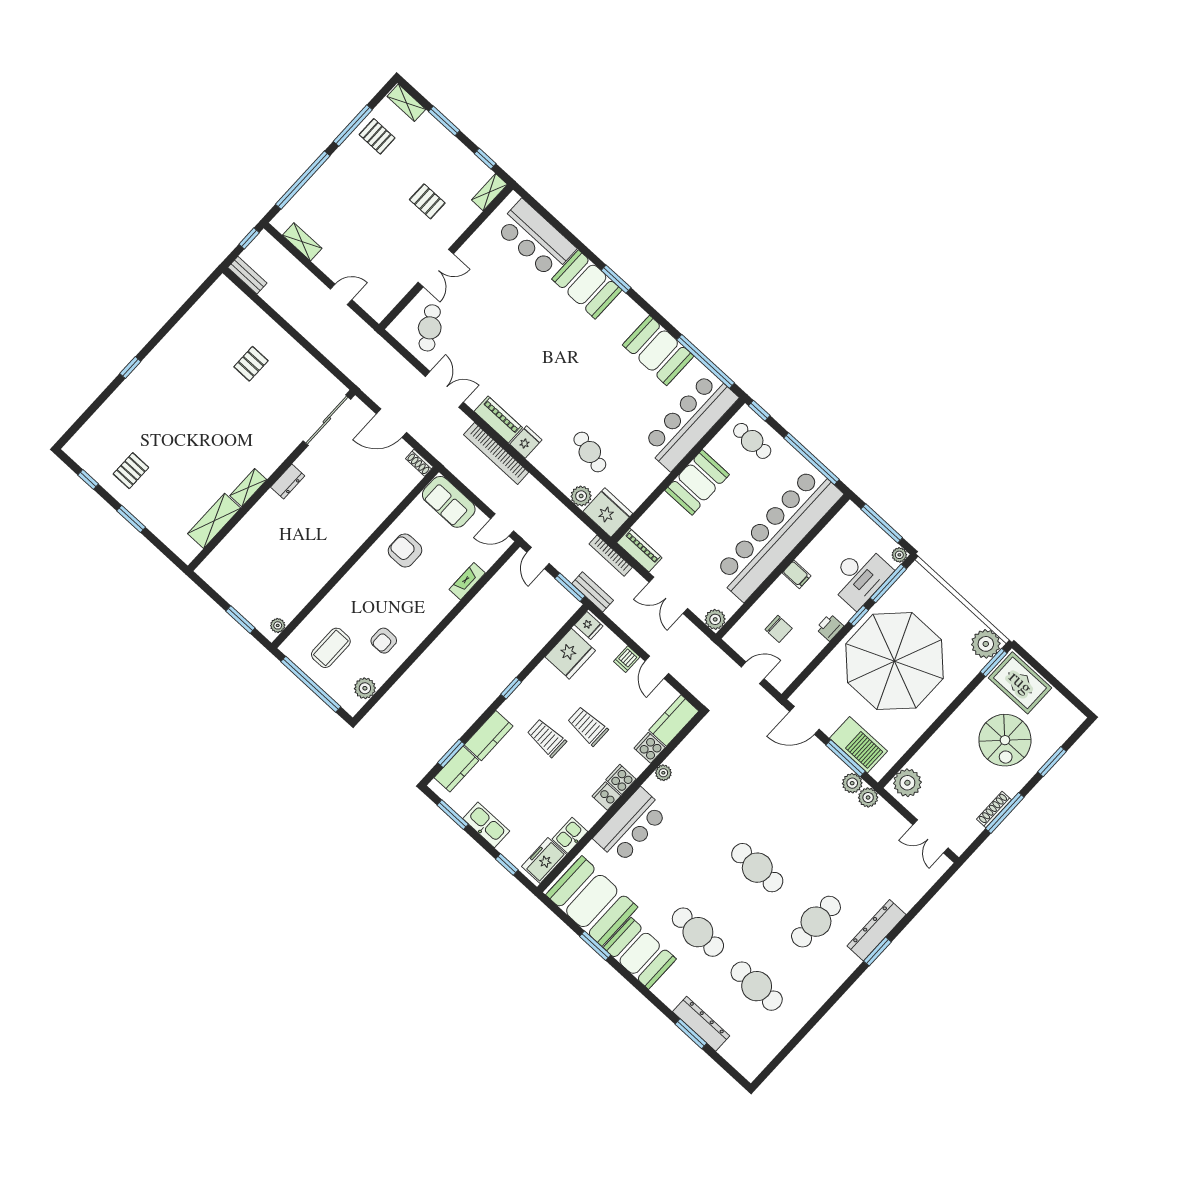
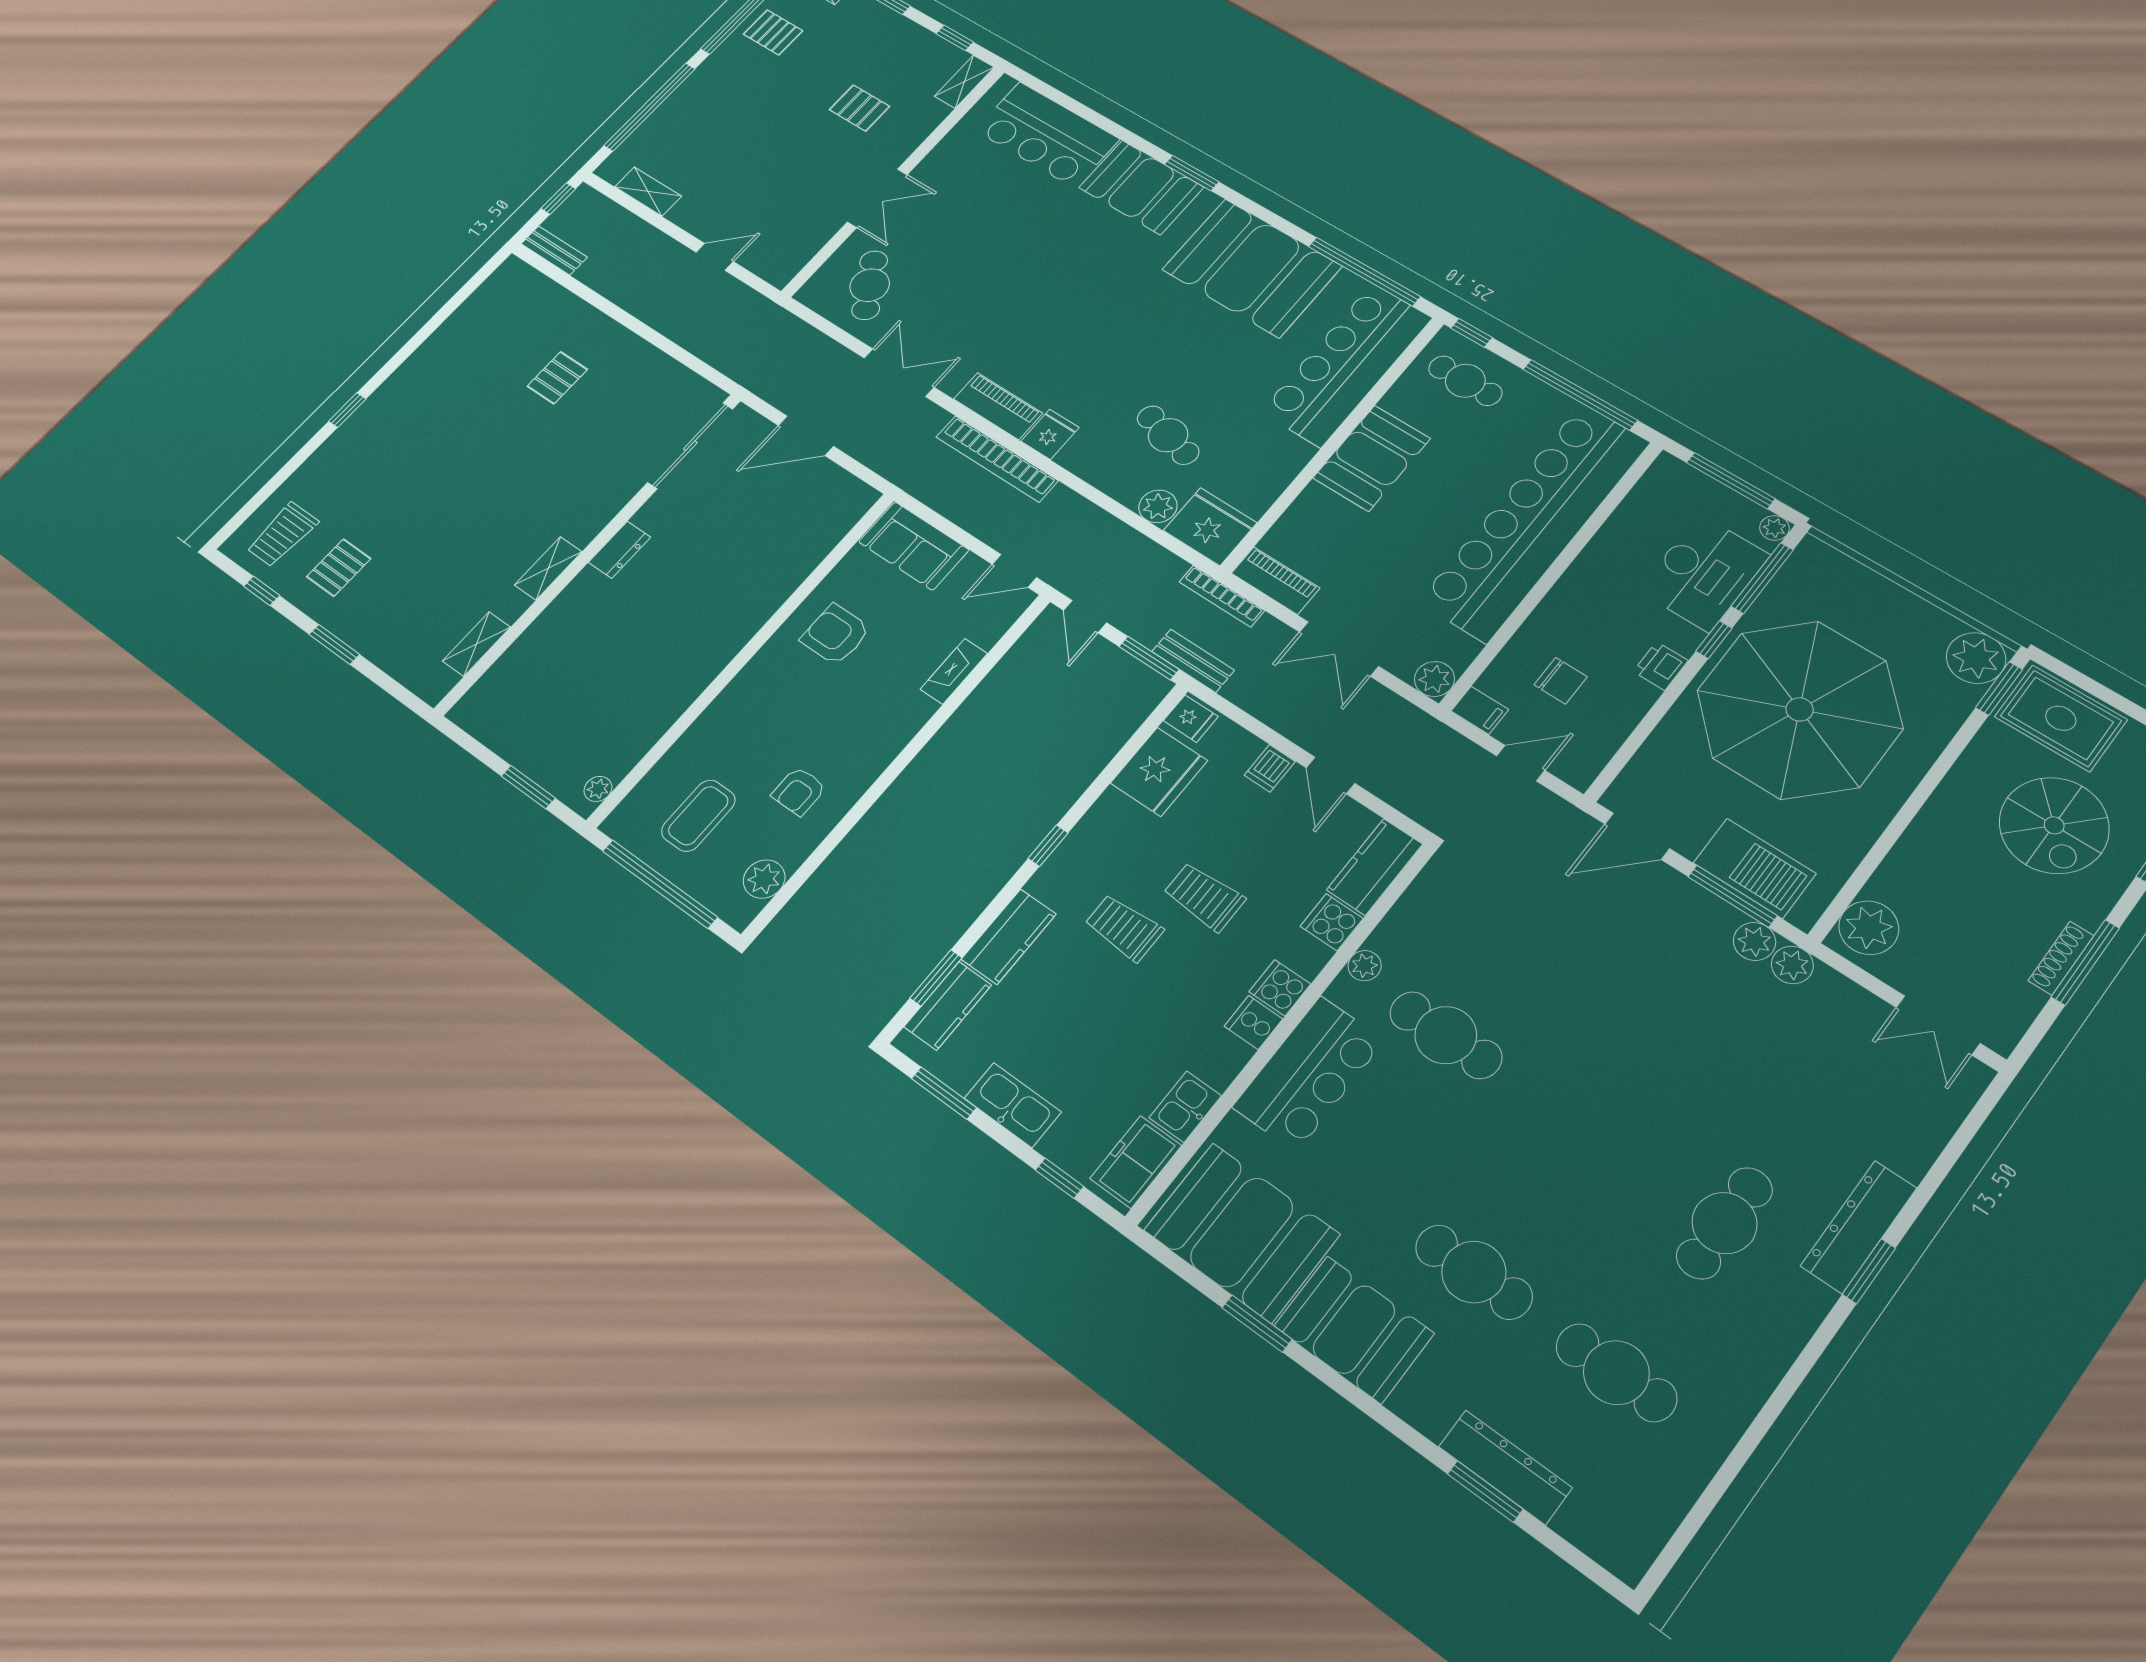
booth: (658, 351) -> (1252, 268), width x1.36, depth x1.42
trolley: (98, 445) -> (282, 535), added
shoe rack: (419, 463) -> (858, 491), removed
shelving: (214, 521) -> (476, 644), width x0.67, depth x0.75
filing cabinet: (797, 574) -> (1480, 710), moved
cafe table: (757, 868) -> (1446, 1035), moved

